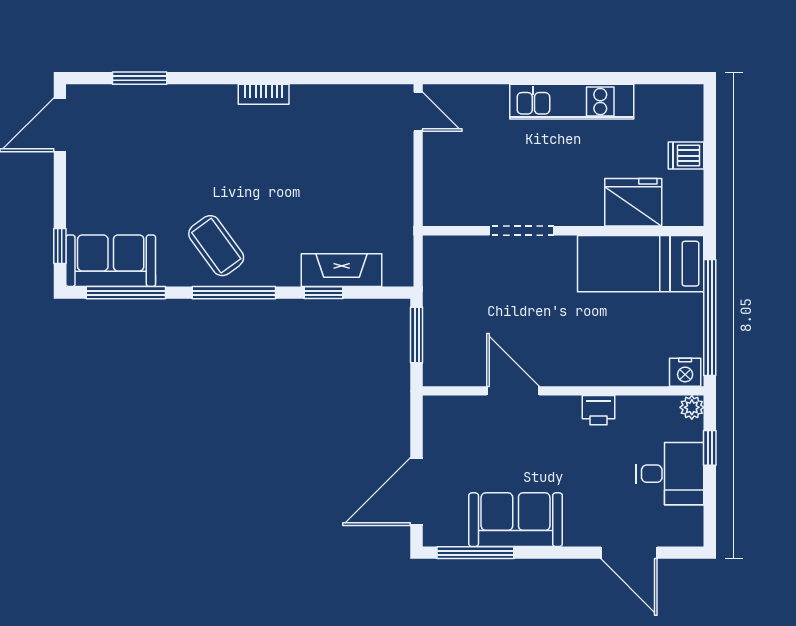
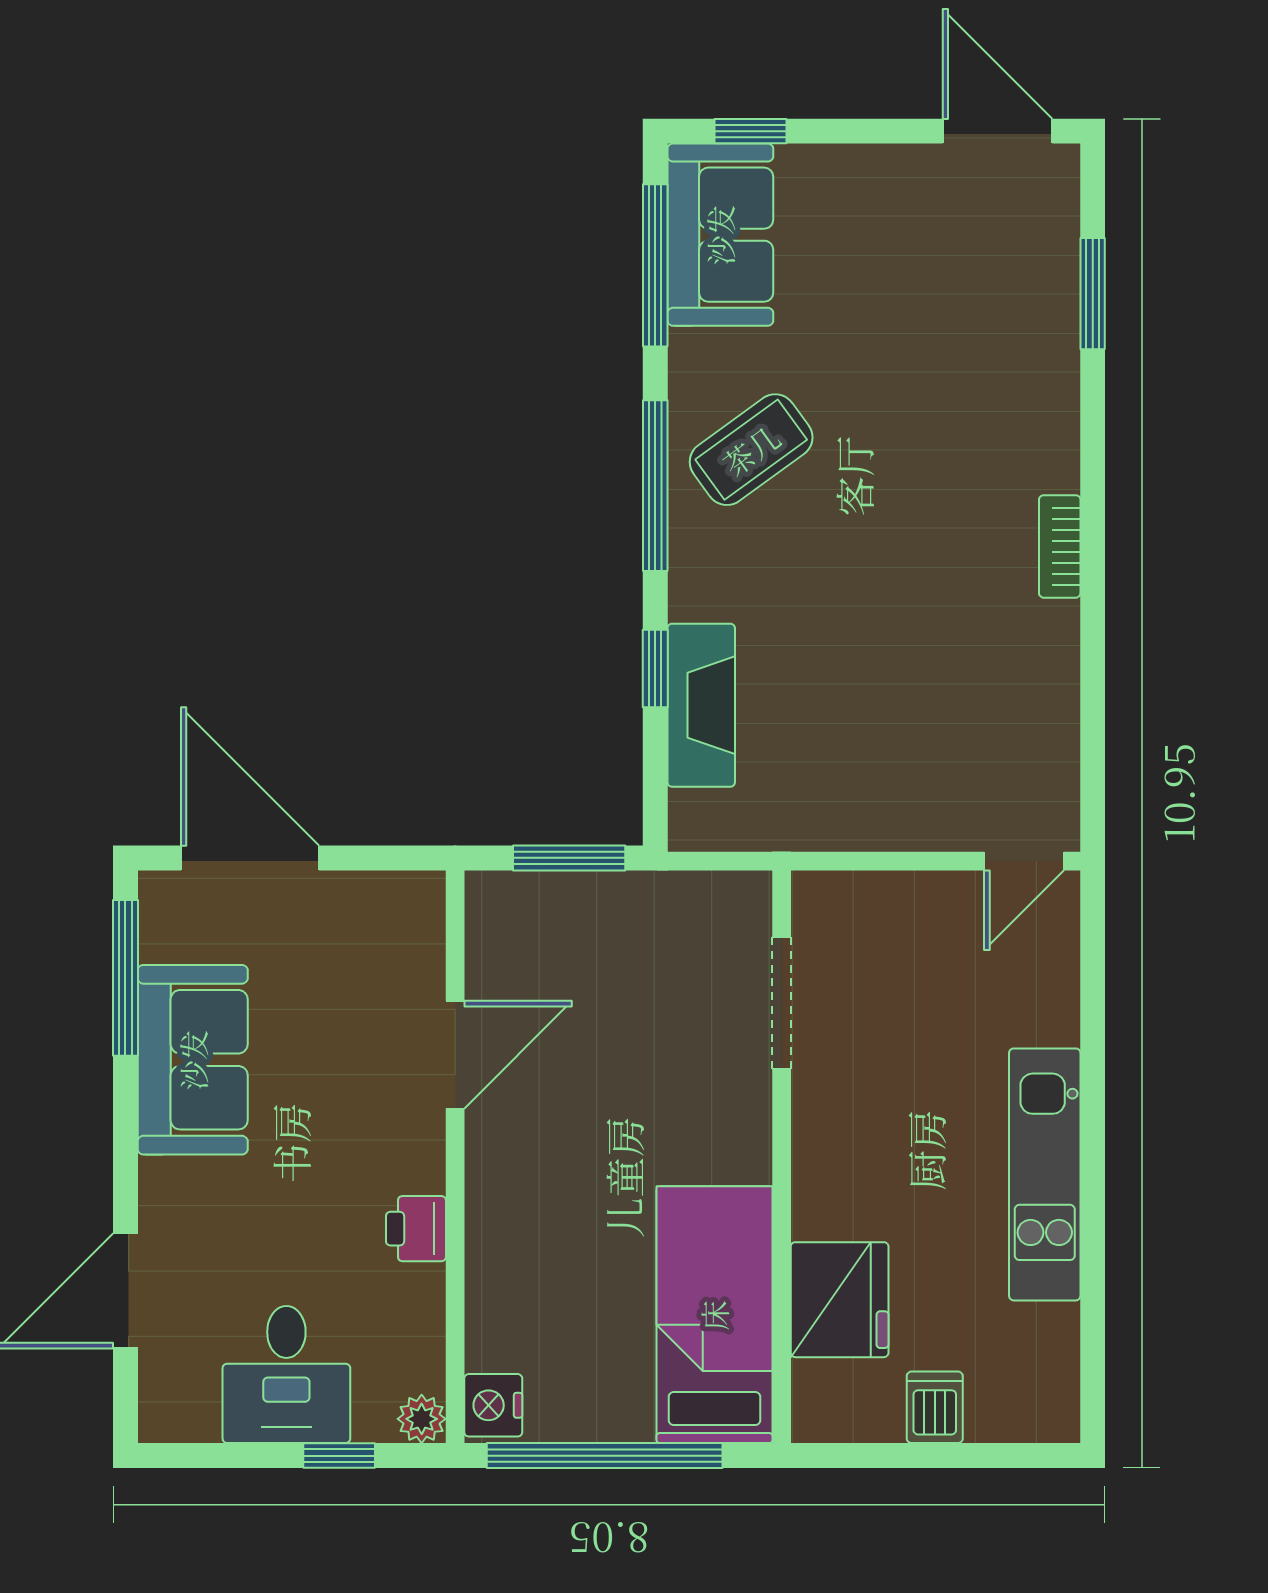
doorway: (522, 231) -> (782, 1003), moved

